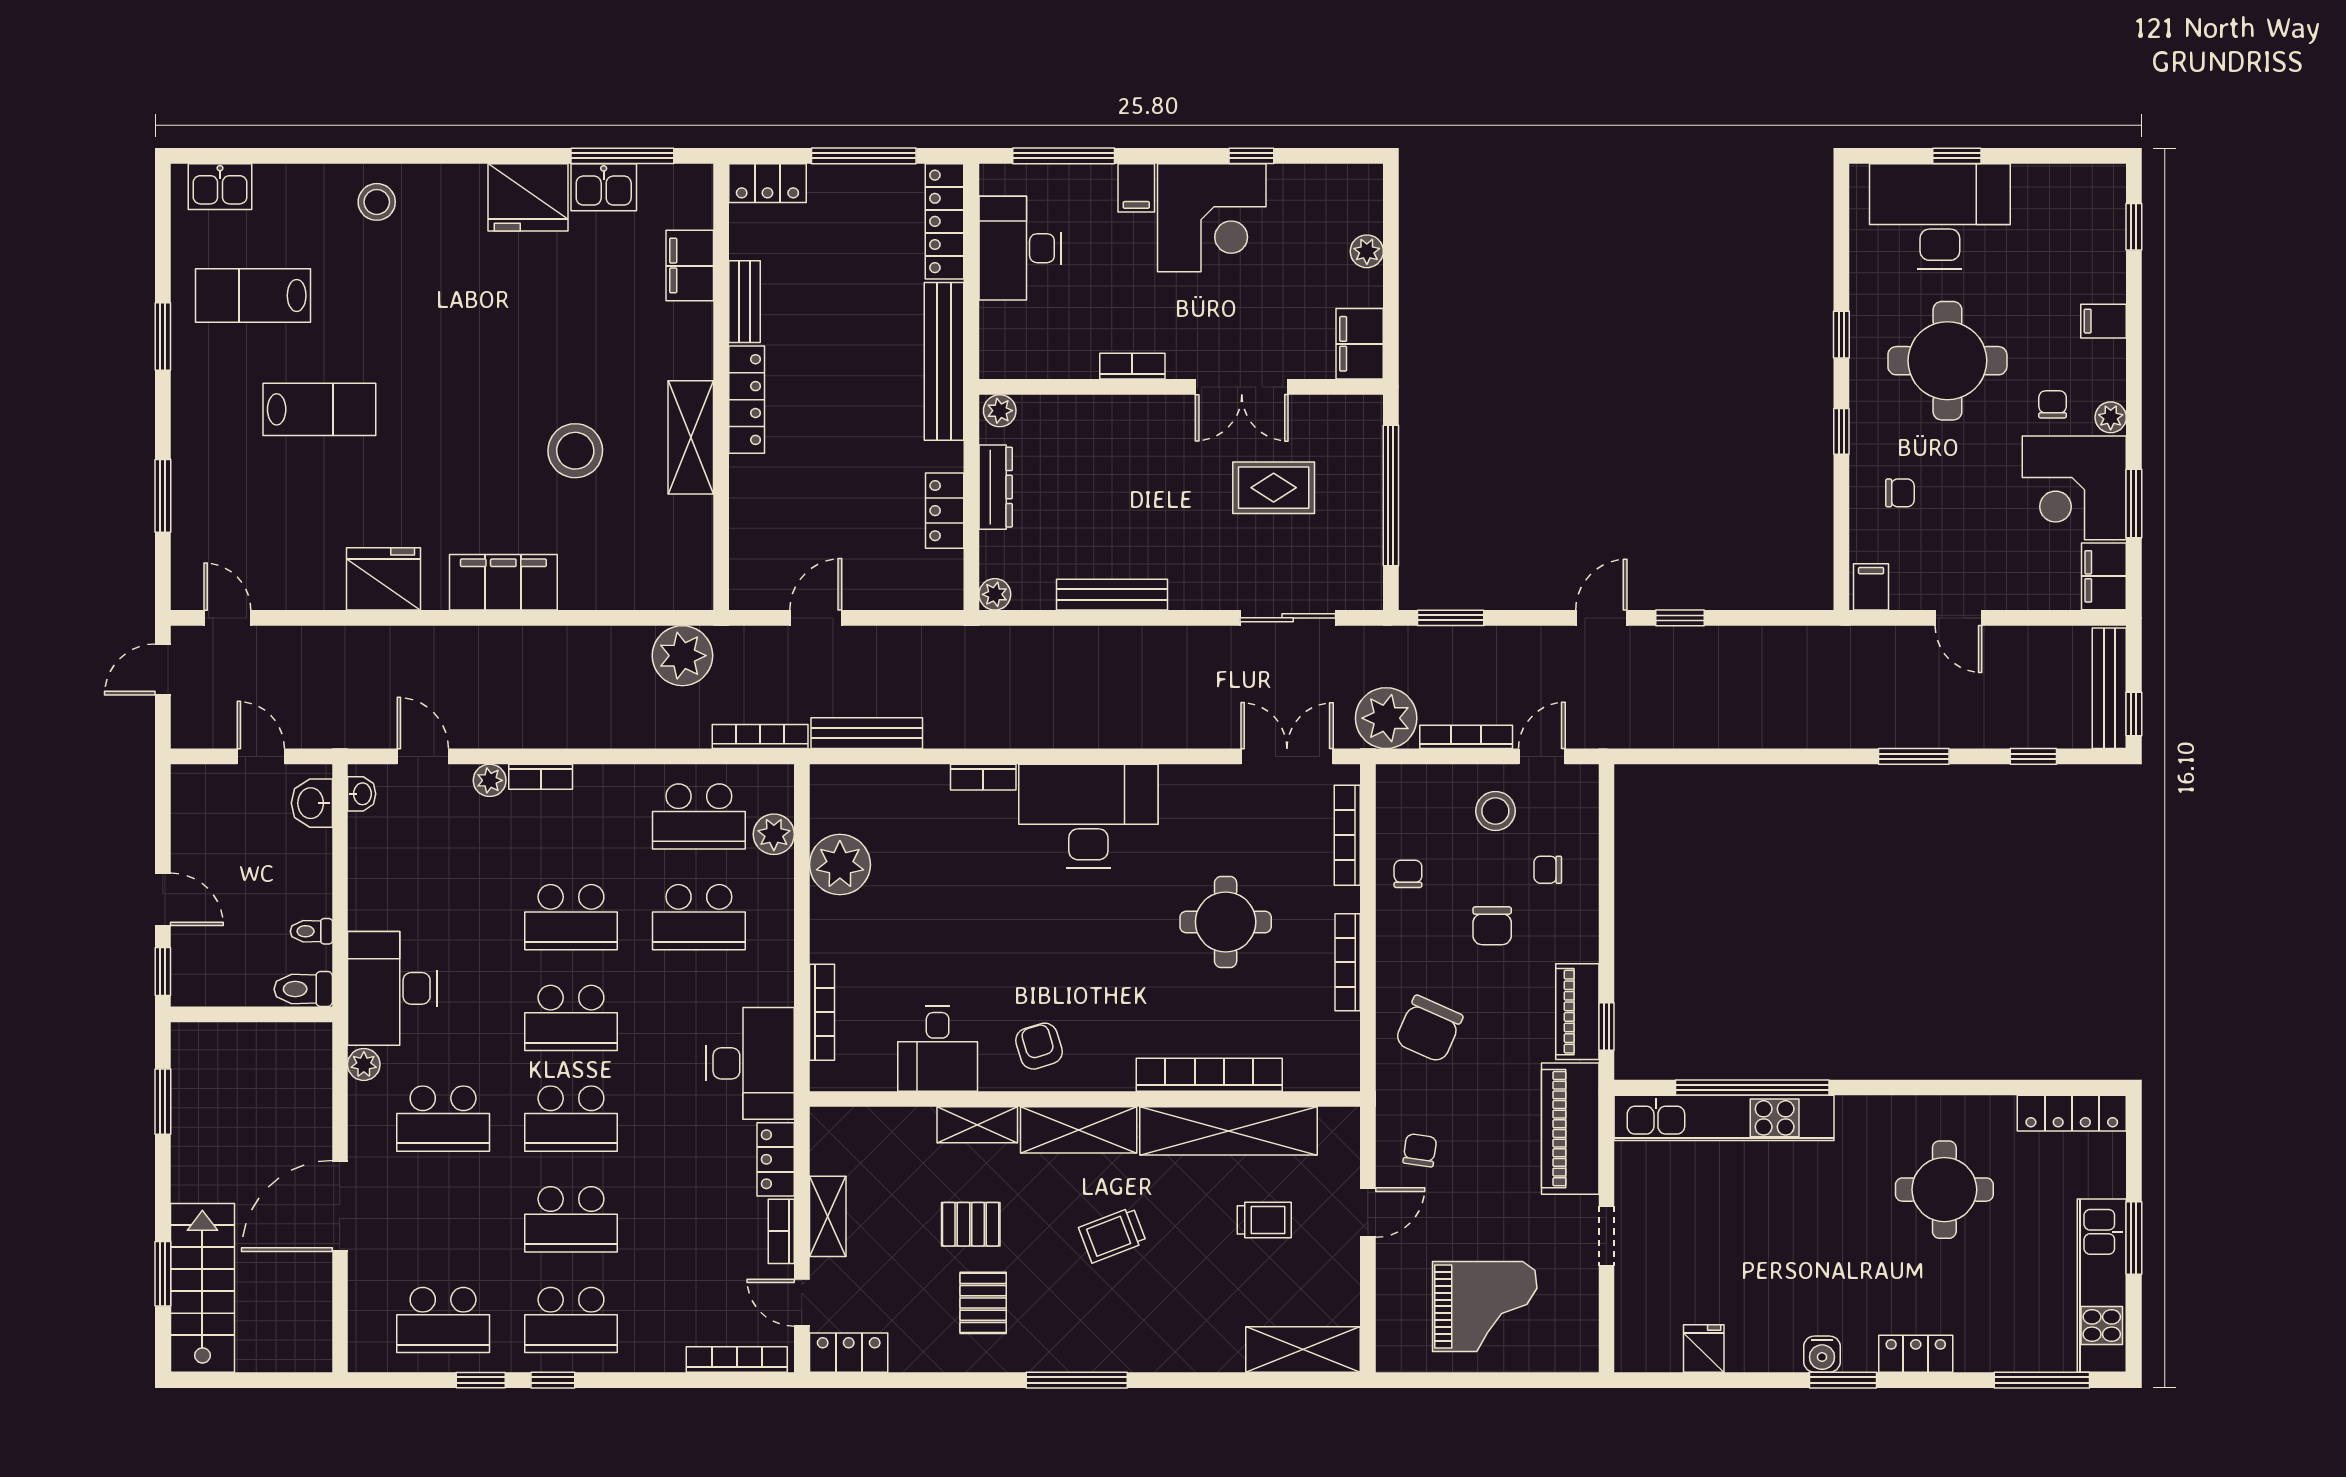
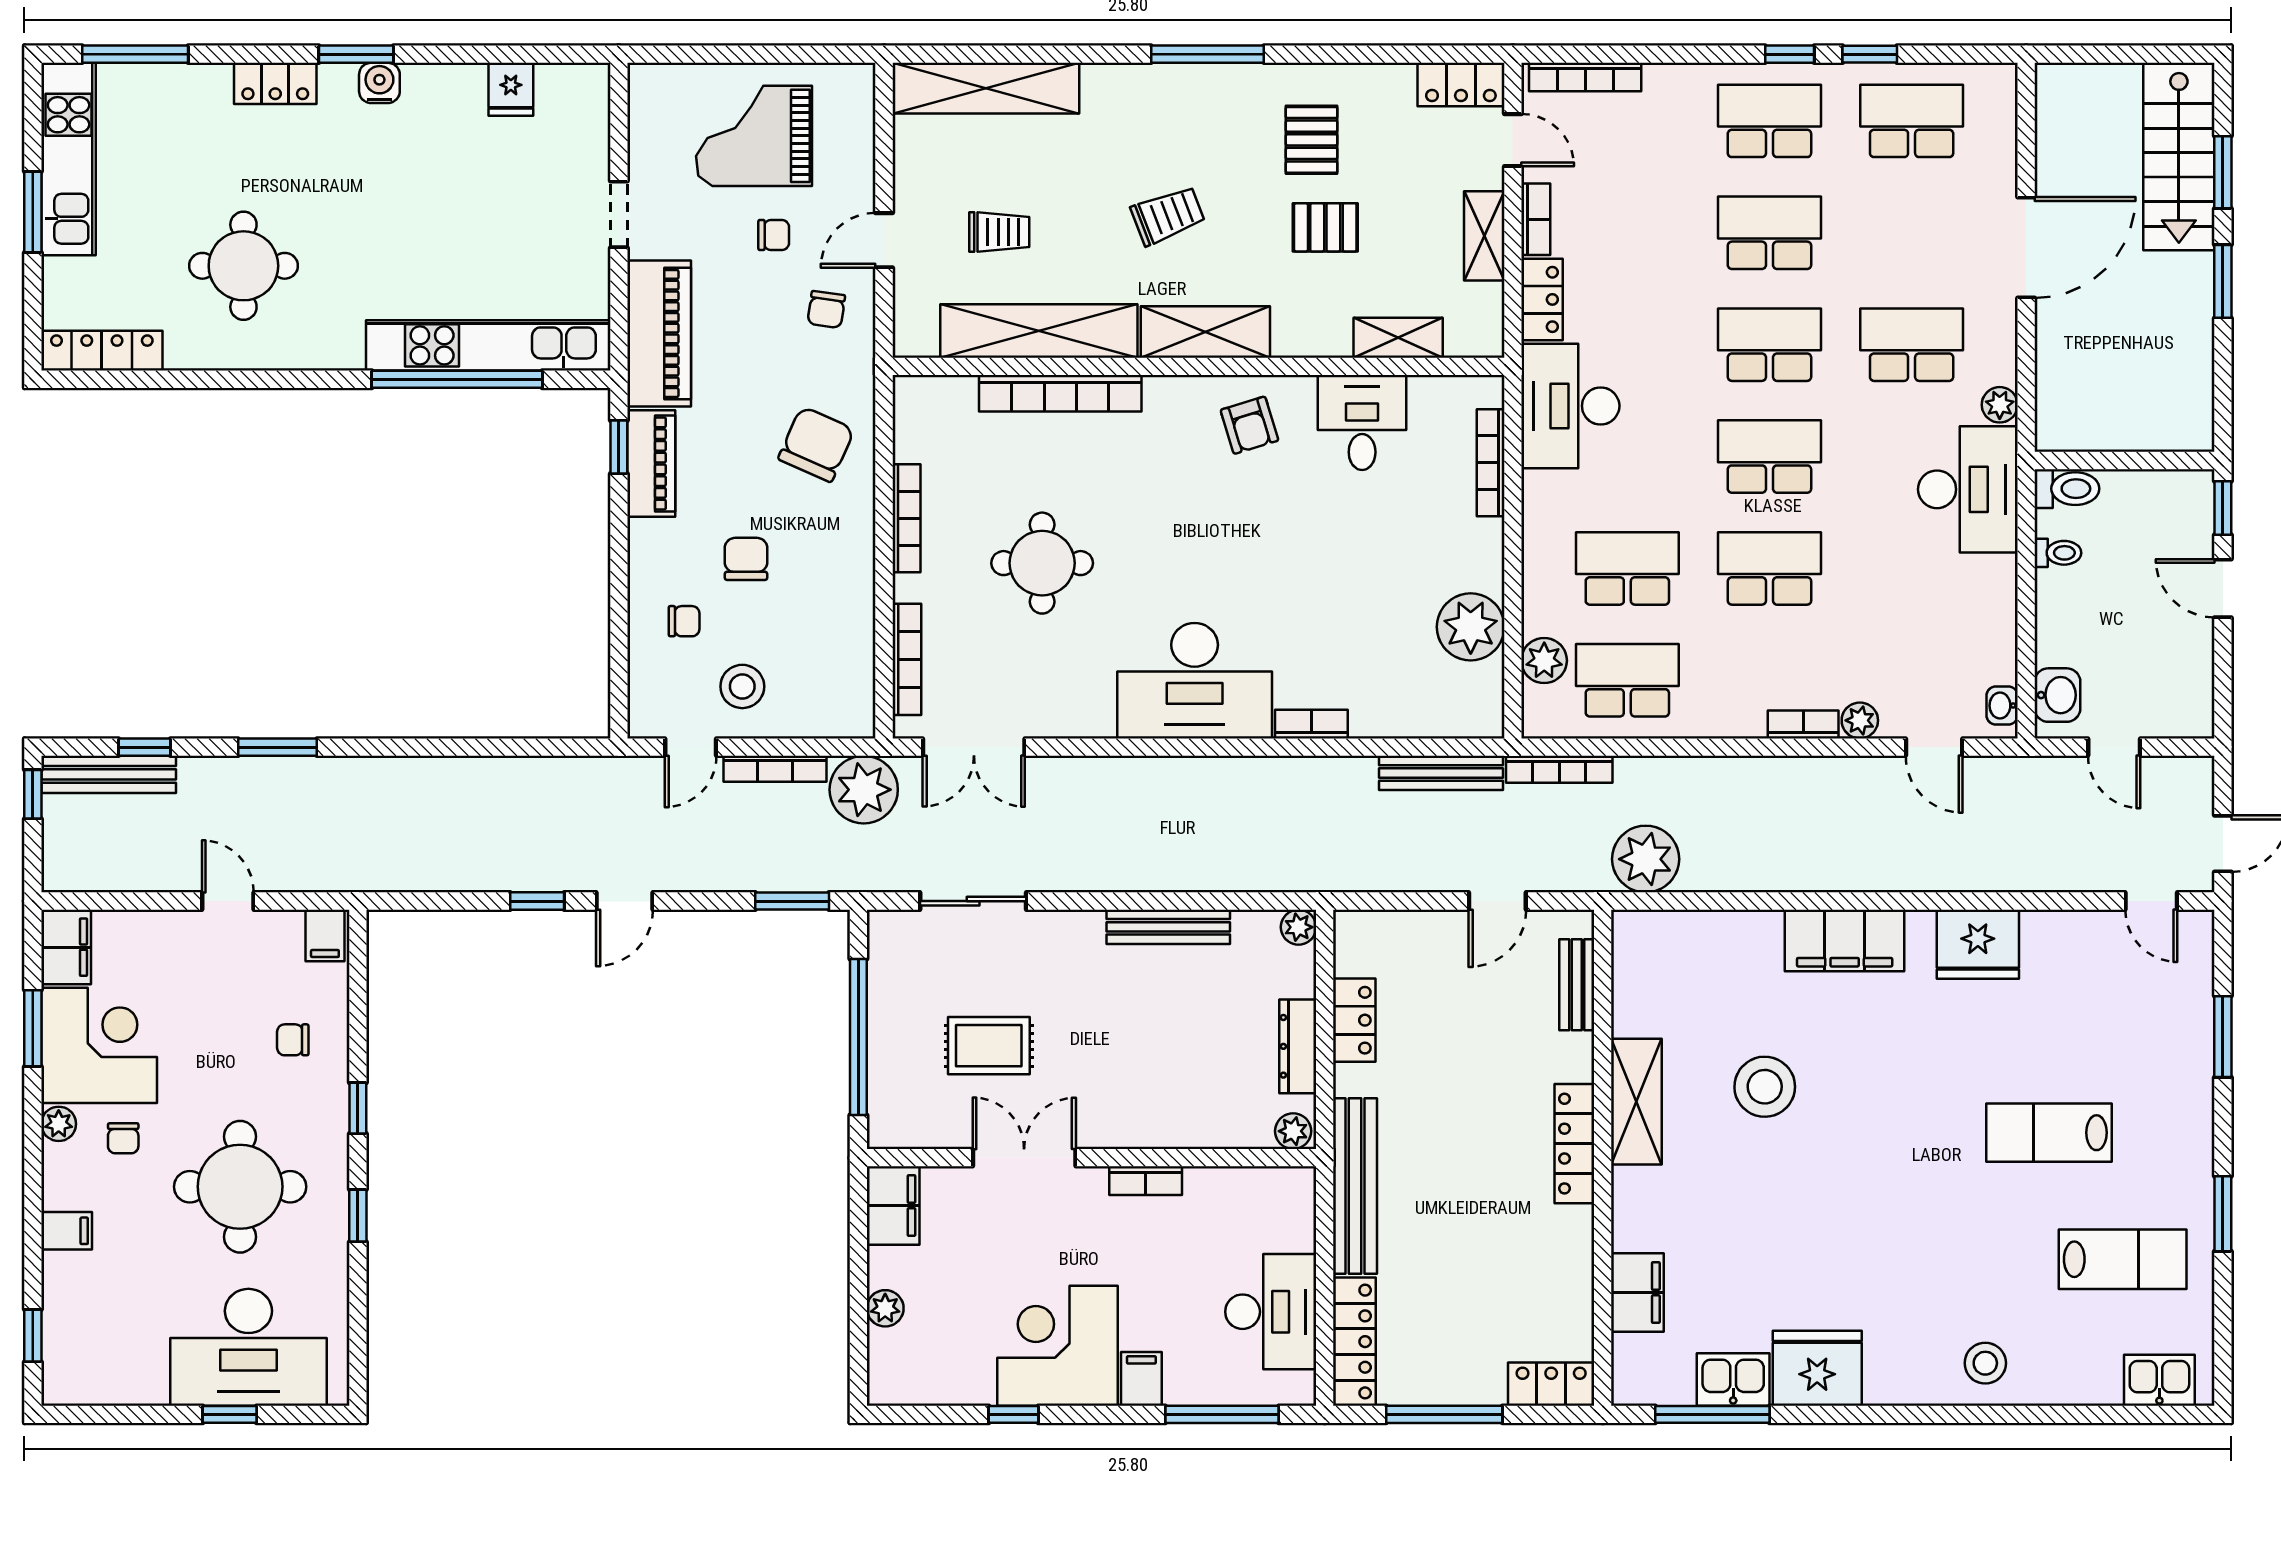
bench: (744, 302) -> (1577, 985), moved
bench: (2109, 688) -> (109, 774), moved, turned 90
chair: (1408, 874) -> (774, 235), moved, turned -90
window: (163, 1102) -> (2223, 281), moved
shelving: (977, 1125) -> (1398, 338), moved
trolley: (1264, 1220) -> (999, 232), turned 180
shelving: (1303, 1349) -> (986, 88), width x1.47

